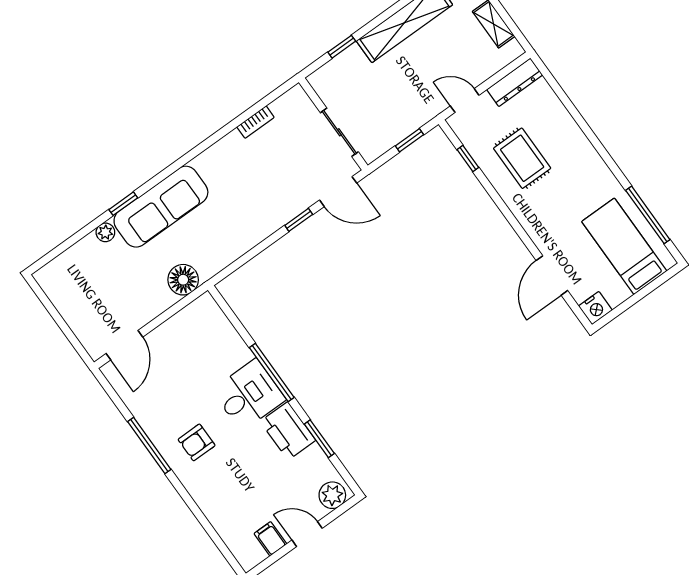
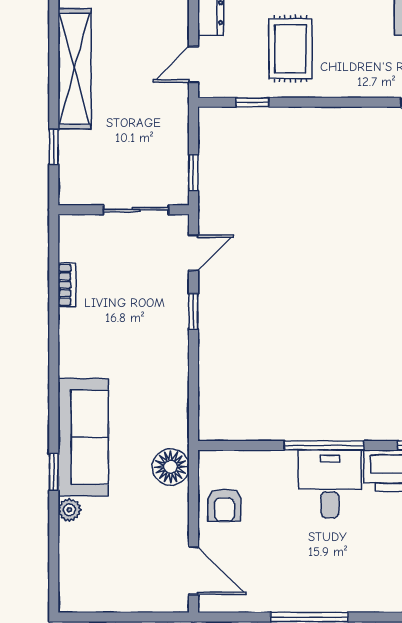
window: (410, 140) -> (193, 173), moved
rug: (522, 158) -> (290, 49), turned 90
door: (338, 192) -> (193, 253), width x0.73
armchair: (197, 442) -> (224, 505), moved

